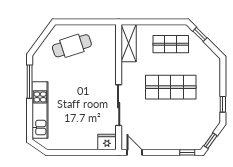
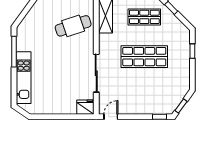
cafe table: (72, 46) -> (73, 26), moved
window: (223, 104) -> (192, 51), moved
door: (135, 152) -> (111, 117), hinge flipped

